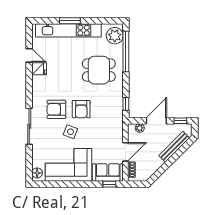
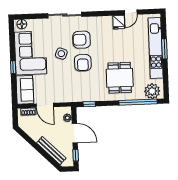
armchair: (56, 109) -> (82, 40), turned -90
armchair: (81, 109) -> (83, 63), turned -90
window: (109, 184) -> (13, 67), moved

